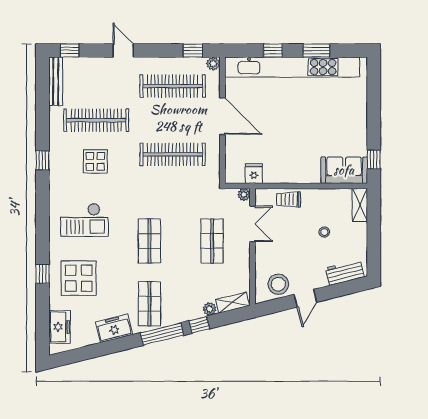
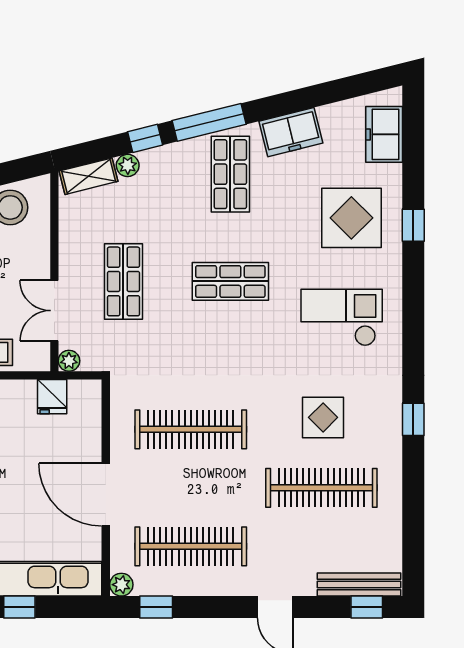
bench: (56, 81) -> (359, 584), moved, turned 90
shop shelf: (149, 241) -> (230, 281), turned 90

